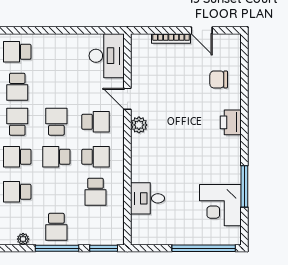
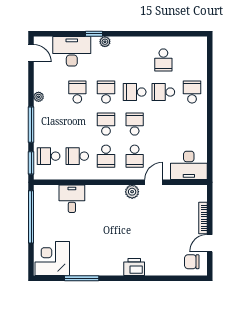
chair: (219, 79) -> (192, 262), moved, turned -90
school desk: (17, 122) -> (135, 92), turned 180
school desk: (56, 122) -> (135, 124), turned -90
corner desk: (220, 205) -> (52, 258), moved
school desk: (56, 227) -> (49, 156), moved
window: (204, 248) -> (31, 217), moved

